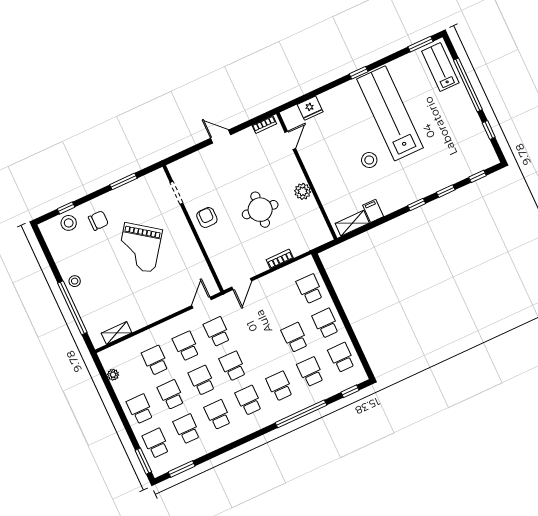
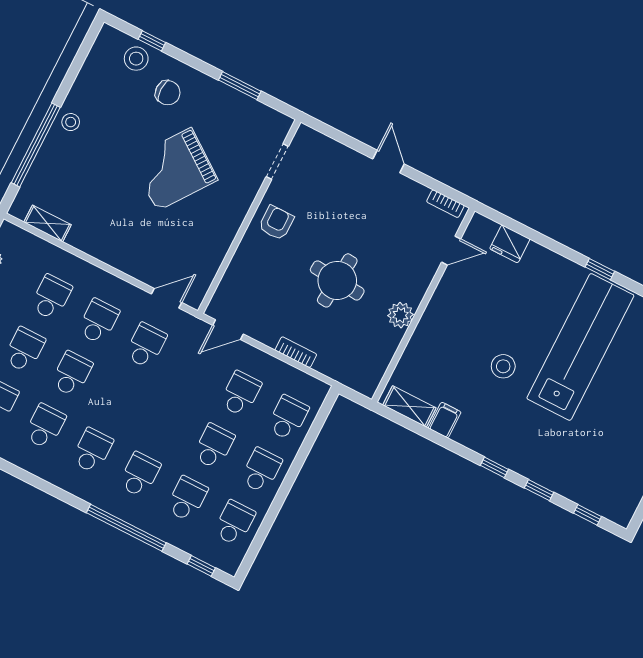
school desk: (233, 366) -> (240, 394), moved

